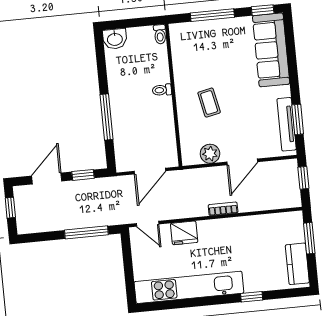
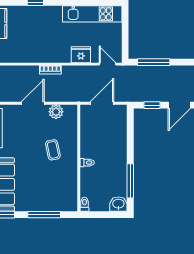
window: (107, 117) -> (130, 181), moved
kitchen unit: (189, 287) -> (92, 14), width x0.73

